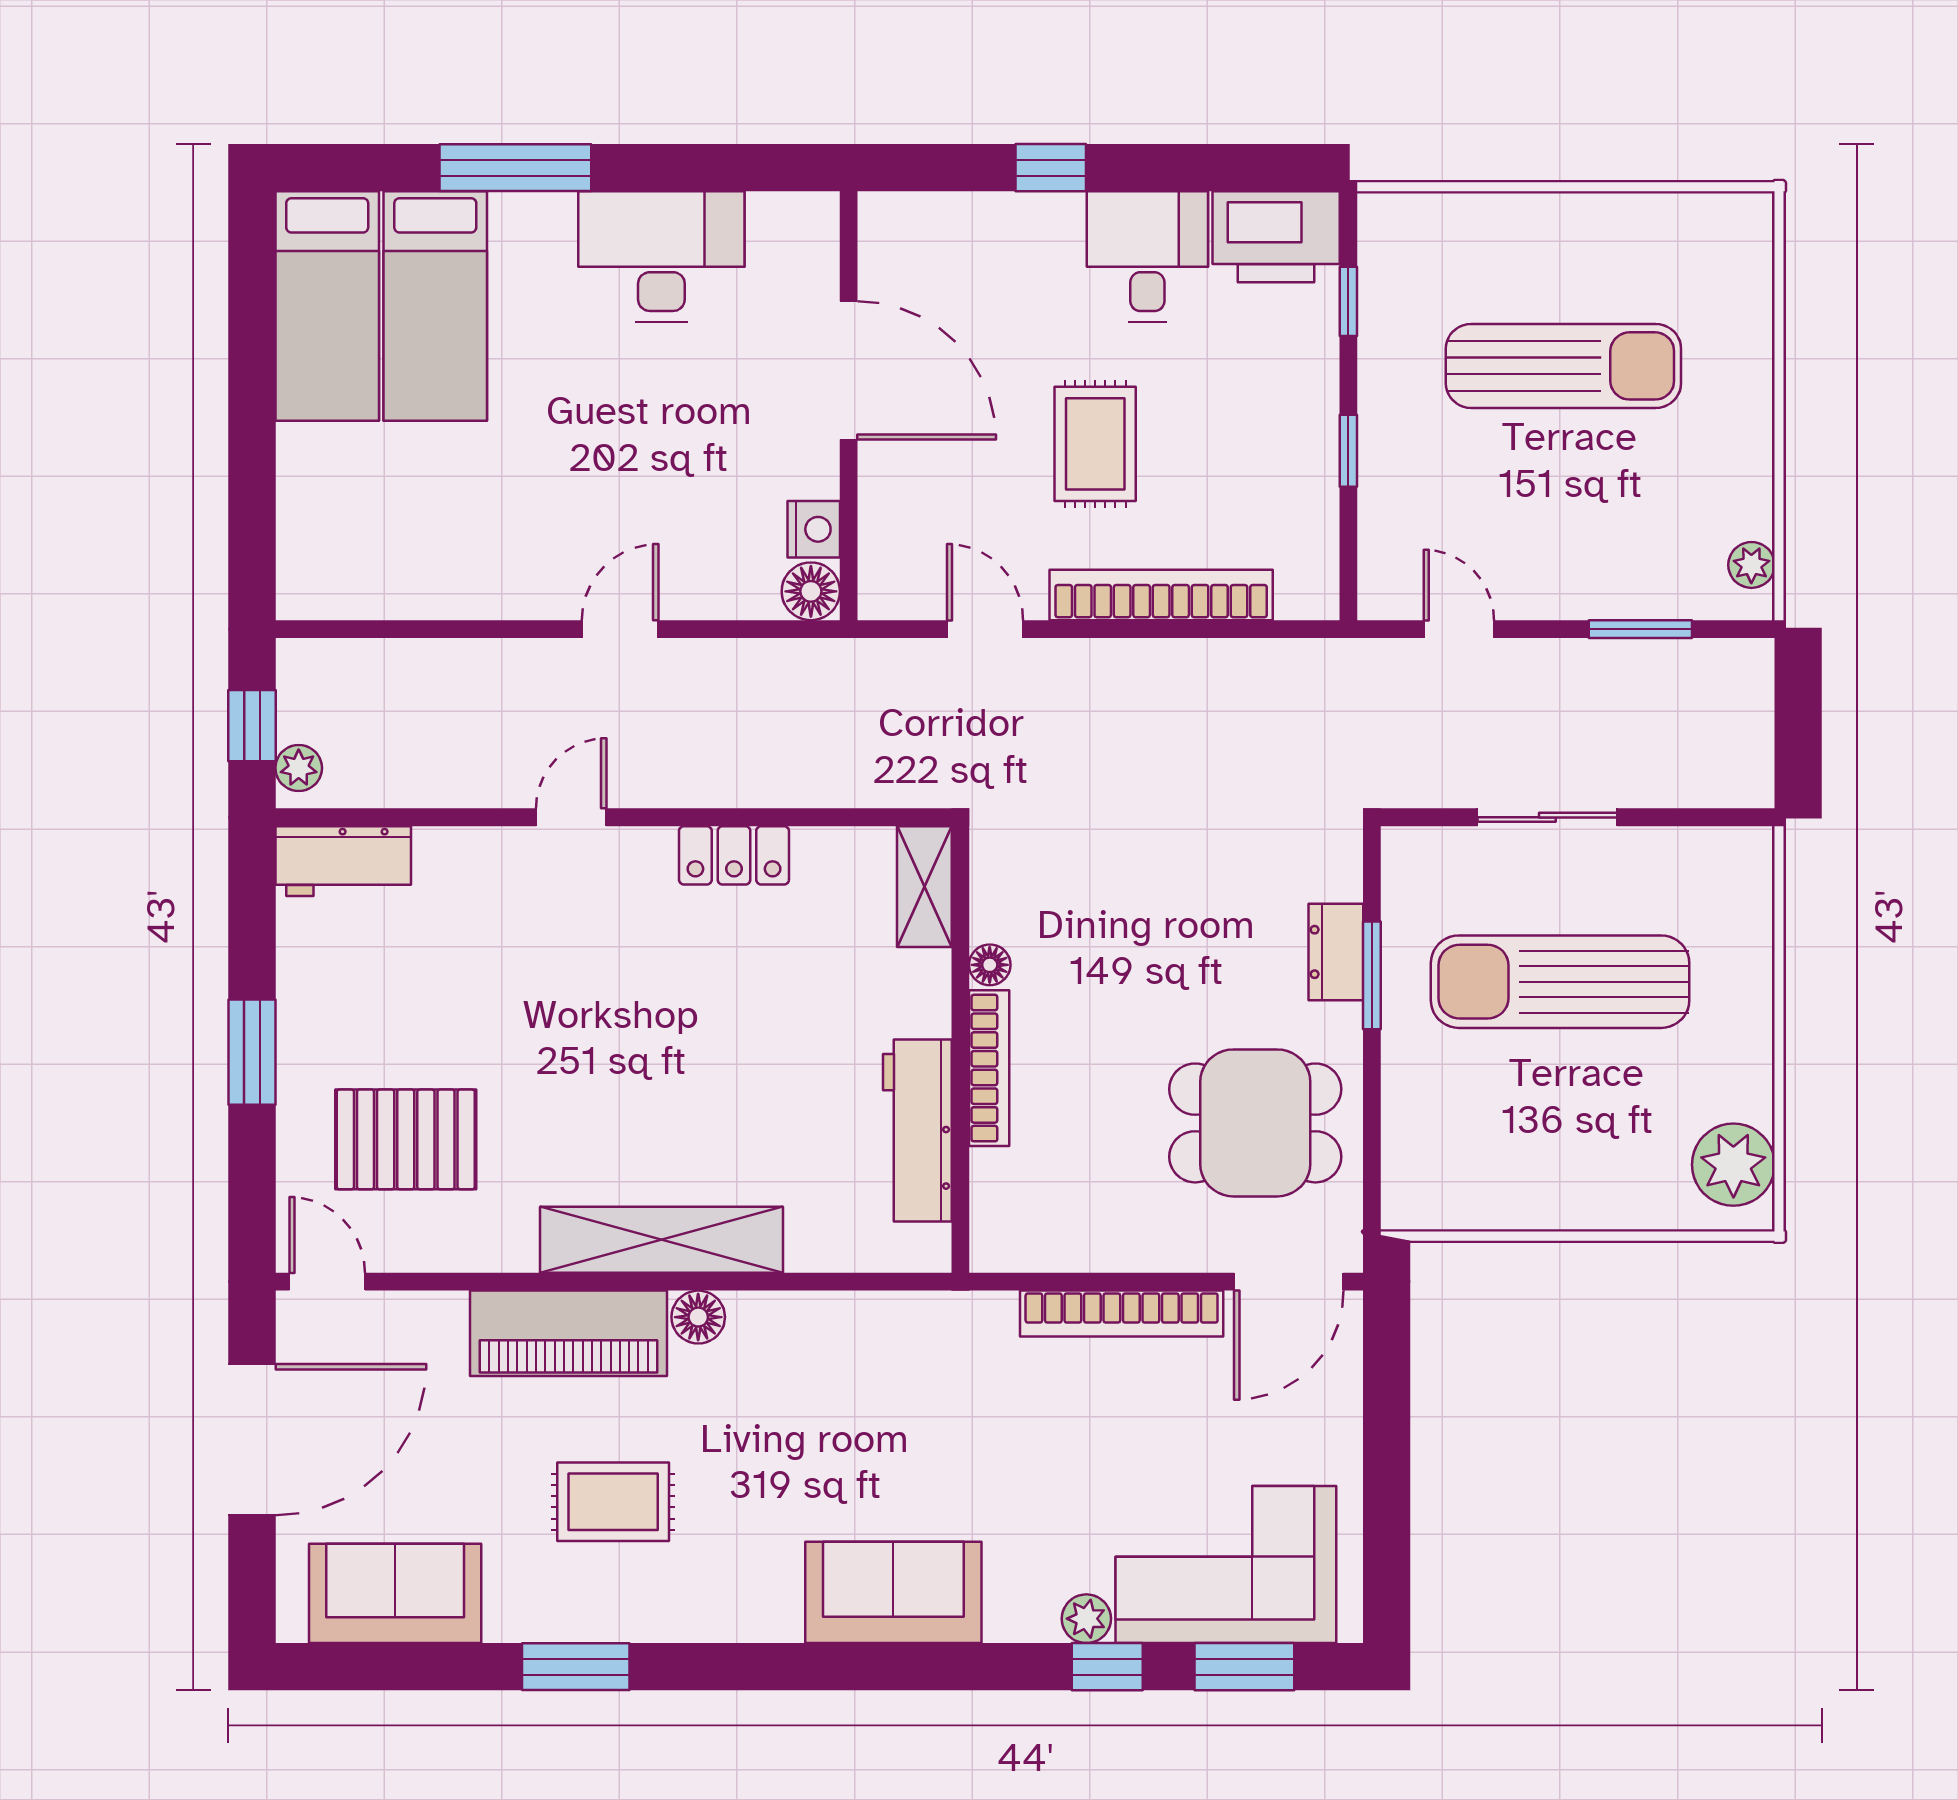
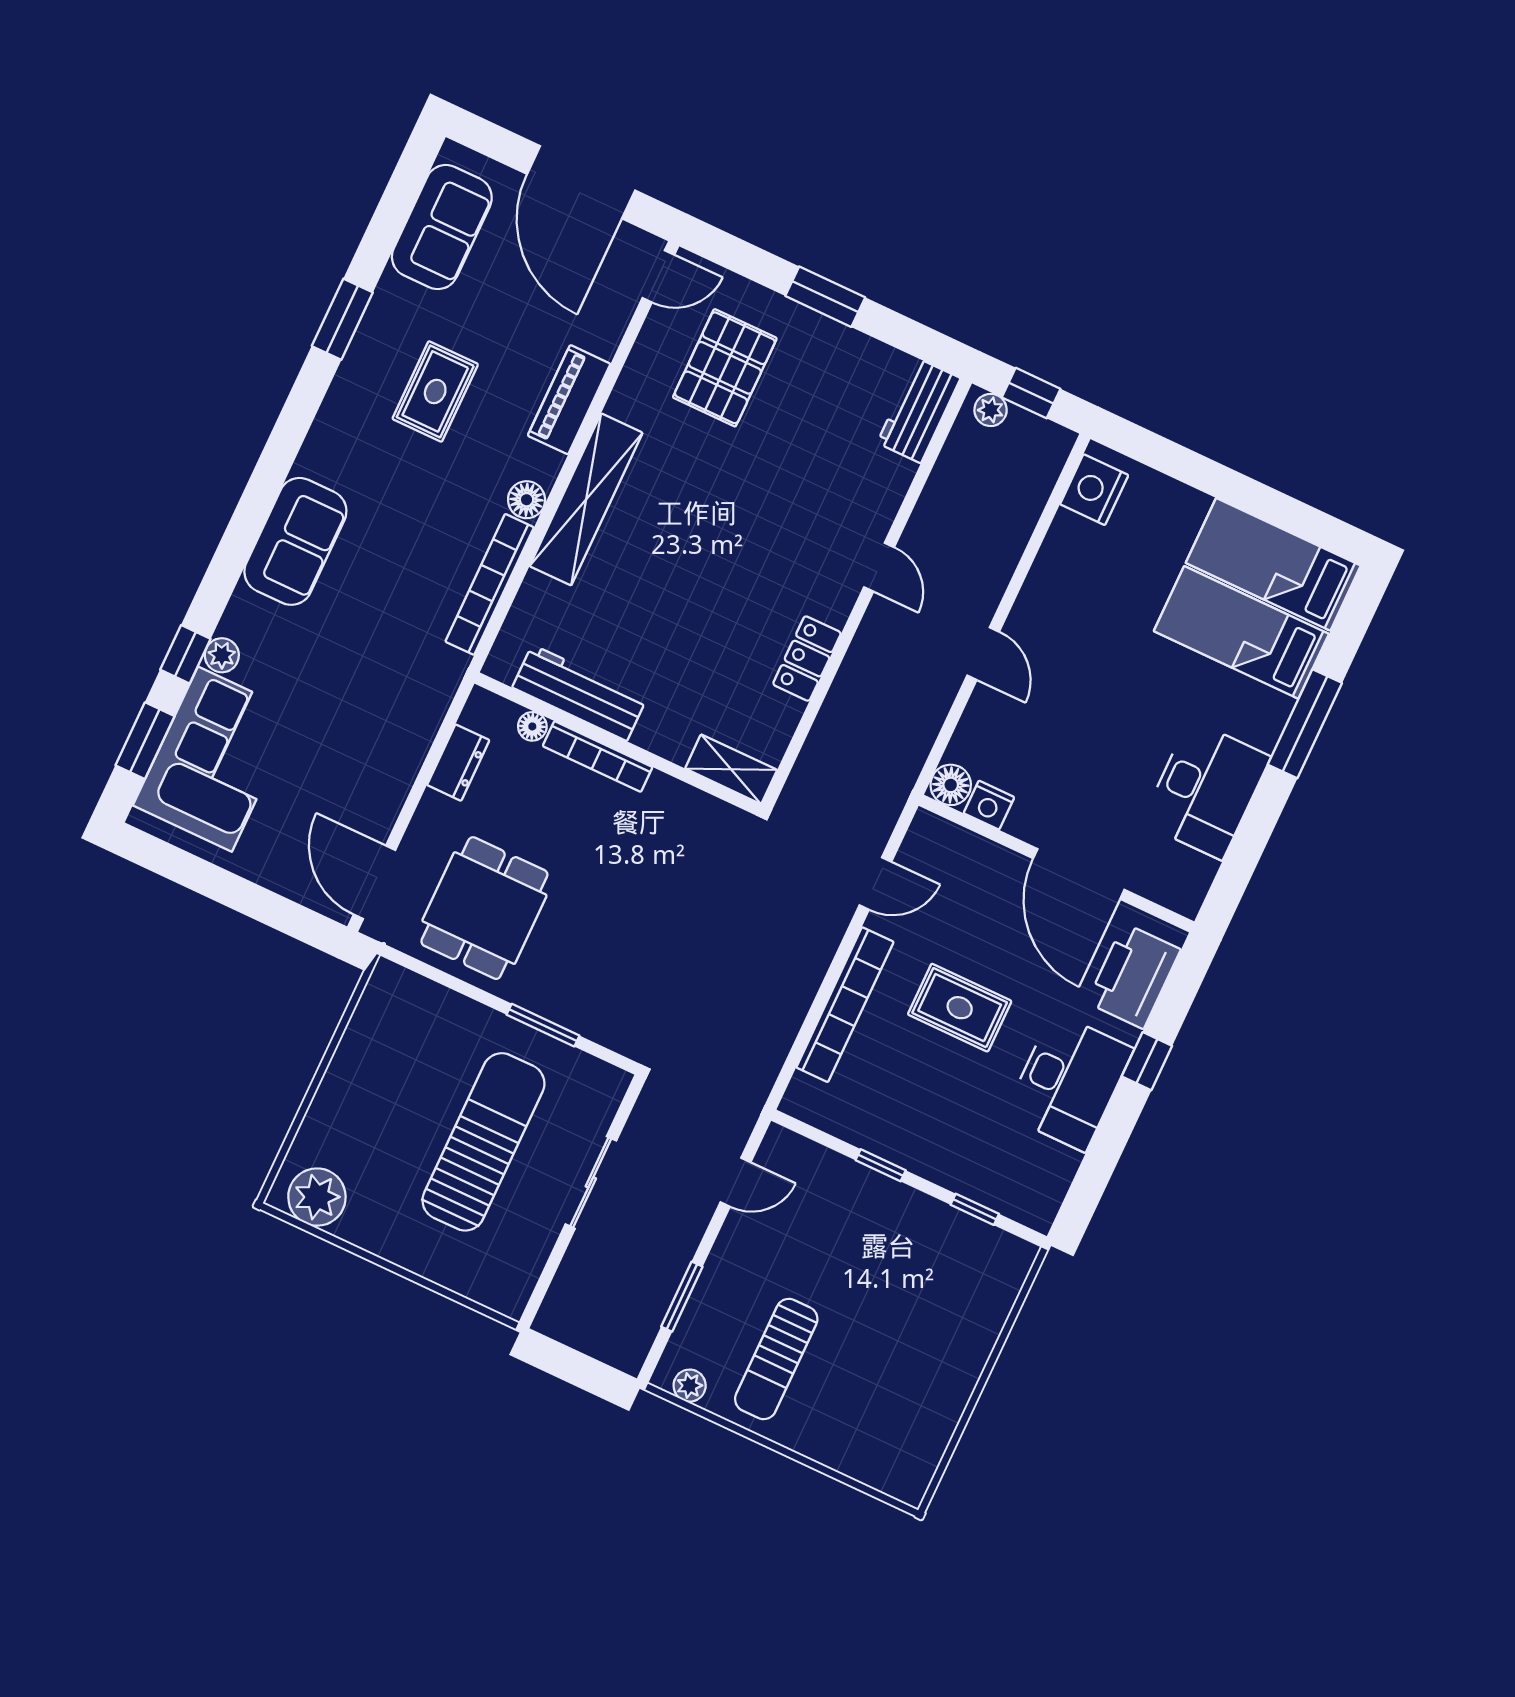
printer: (1276, 237) -> (1134, 976), moved
desk: (1147, 256) -> (1069, 1082), width x1.37
sun lounger: (1563, 366) -> (776, 1359), moved, width x0.73, depth x0.75
door: (849, 370) -> (1079, 874), hinge flipped
nightstand: (339, 585) -> (1094, 490), added
dresser: (1336, 952) -> (458, 763), moved, turned 90
floor lamp: (990, 965) -> (532, 726), moved
bookcase: (1122, 1314) -> (490, 584), moved
piano: (569, 1333) -> (569, 400), width x0.73, depth x0.75

